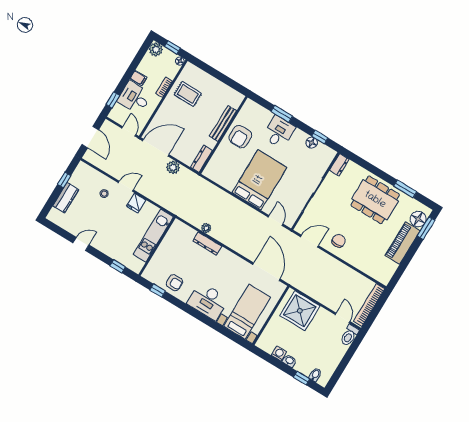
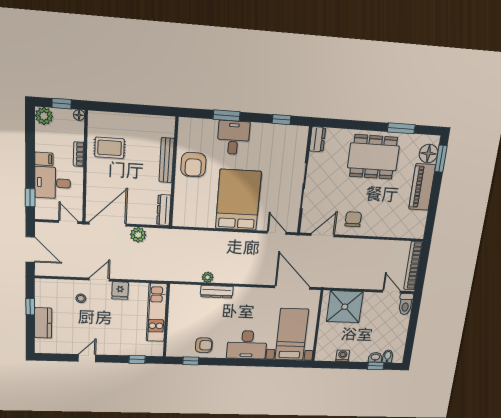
floor lamp: (312, 143) -> (275, 131), removed
washbasin: (289, 361) -> (375, 357), moved

